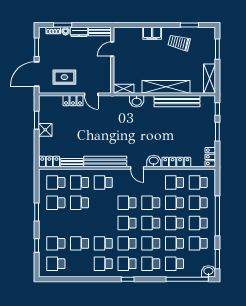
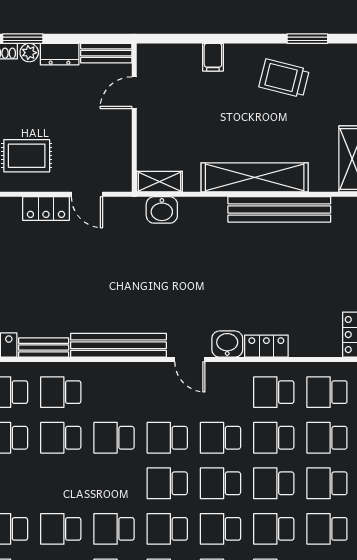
filing cabinet: (152, 33) -> (213, 57), width x0.50
washbasin: (137, 101) -> (162, 210), moved
locker: (176, 162) -> (266, 346), width x0.66
school desk: (103, 182) -> (114, 438), moved

